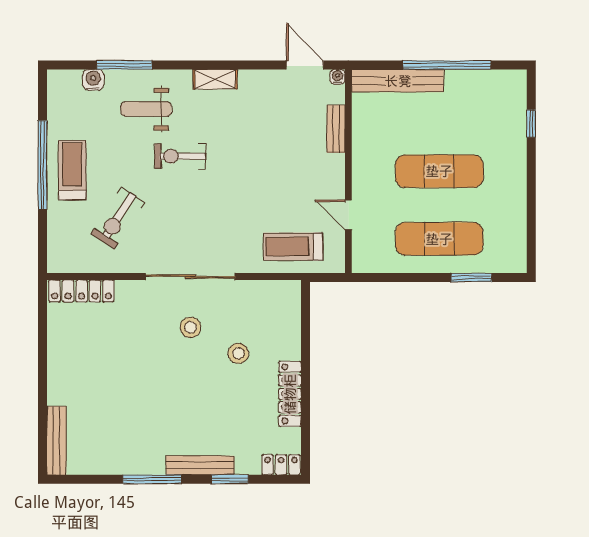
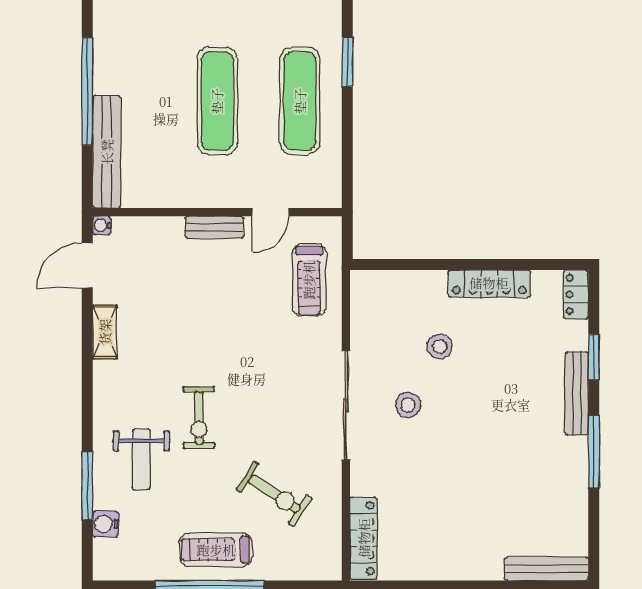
shelving: (215, 79) -> (105, 332), moved
bench: (336, 129) -> (214, 227), moved

